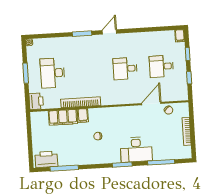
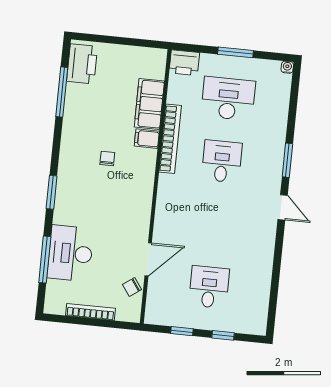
filing cabinet: (180, 36) -> (256, 327), removed
desk: (125, 69) -> (222, 161), moved
door: (151, 104) -> (148, 259), hinge flipped
desk: (136, 150) -> (70, 253), moved

